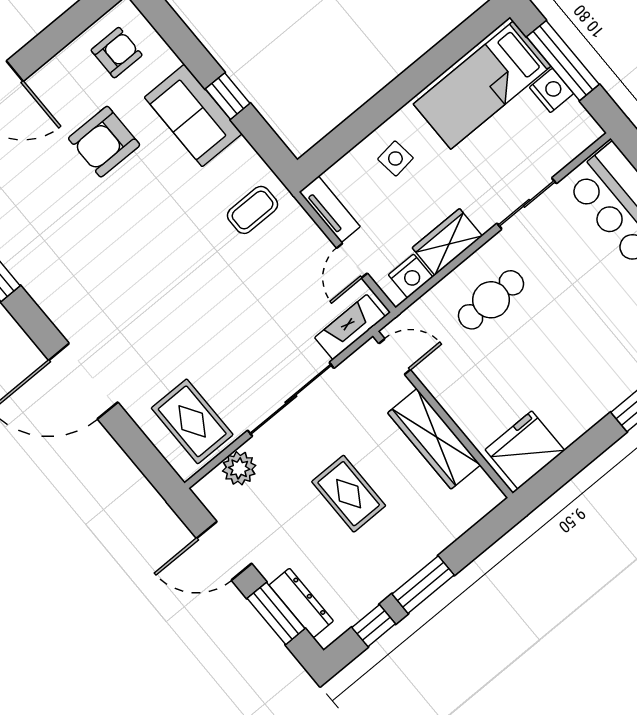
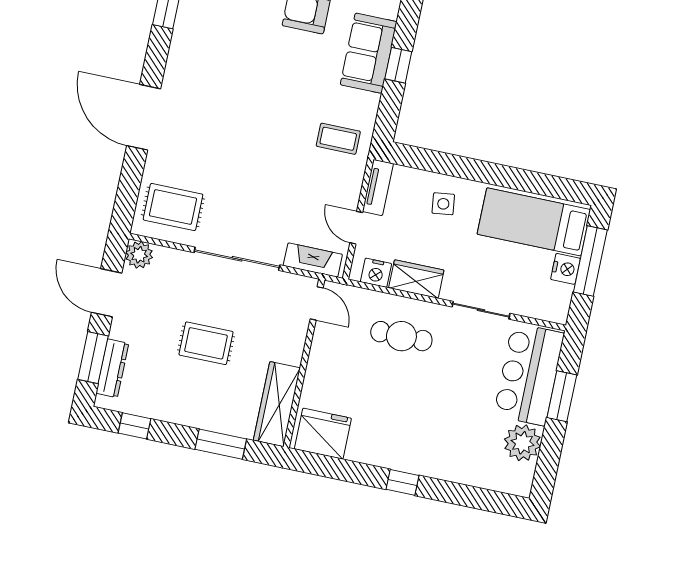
door: (352, 261) -> (356, 228), hinge flipped
rug: (192, 421) -> (173, 207), turned 90
wardrobe: (434, 439) -> (277, 404), moved
plant: (239, 468) -> (139, 255), moved
rug: (349, 494) -> (206, 343), turned 90
window: (423, 585) -> (221, 444), moved

